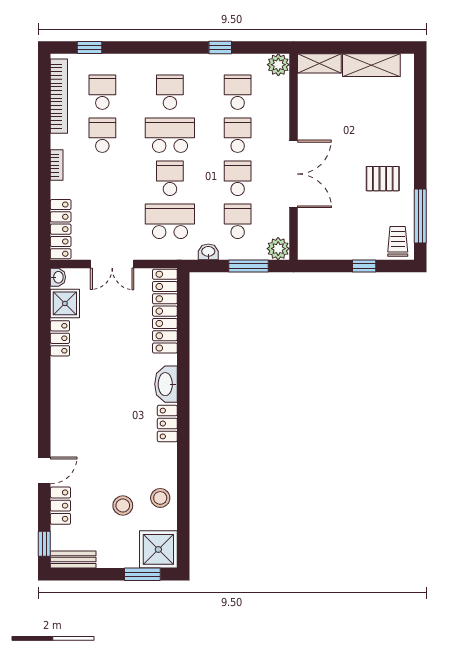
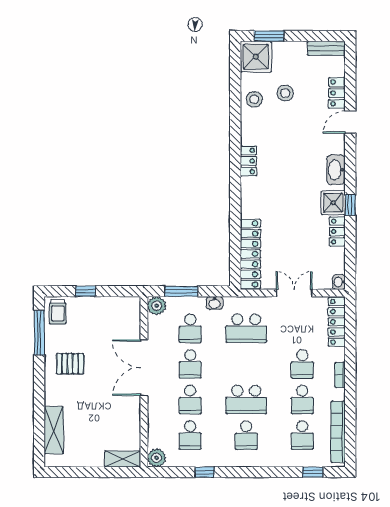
shelving: (371, 65) -> (54, 430), moved, turned 90
school desk: (170, 178) -> (302, 364), moved
shower: (65, 303) -> (333, 203), moved
washbasin: (166, 384) -> (336, 170), moved, turned 180
window: (44, 544) -> (350, 205), moved

